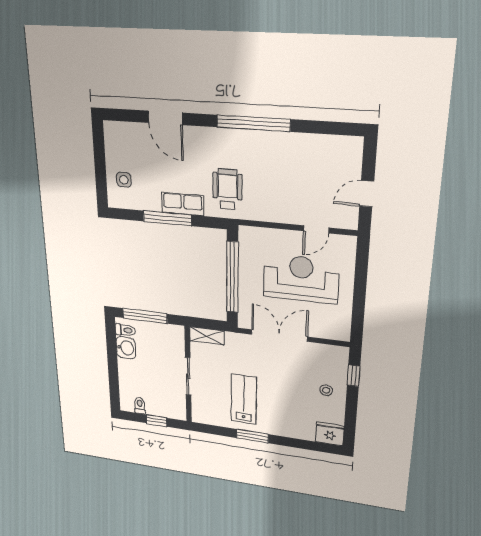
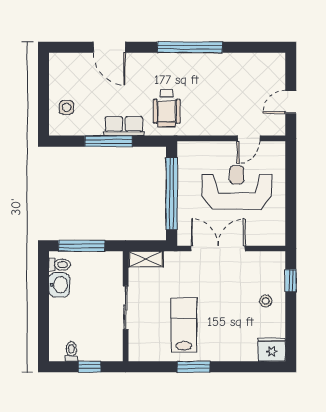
wheelchair: (227, 189) -> (167, 108), turned 180

